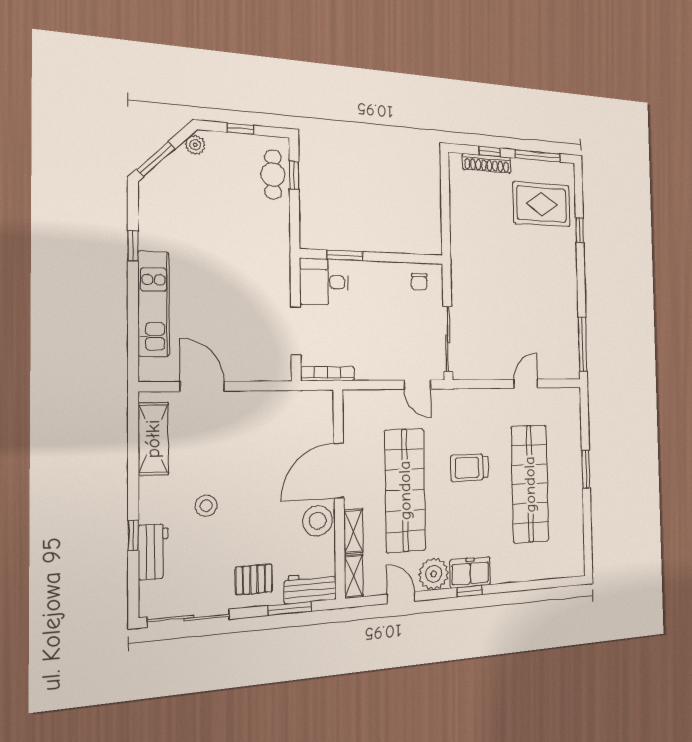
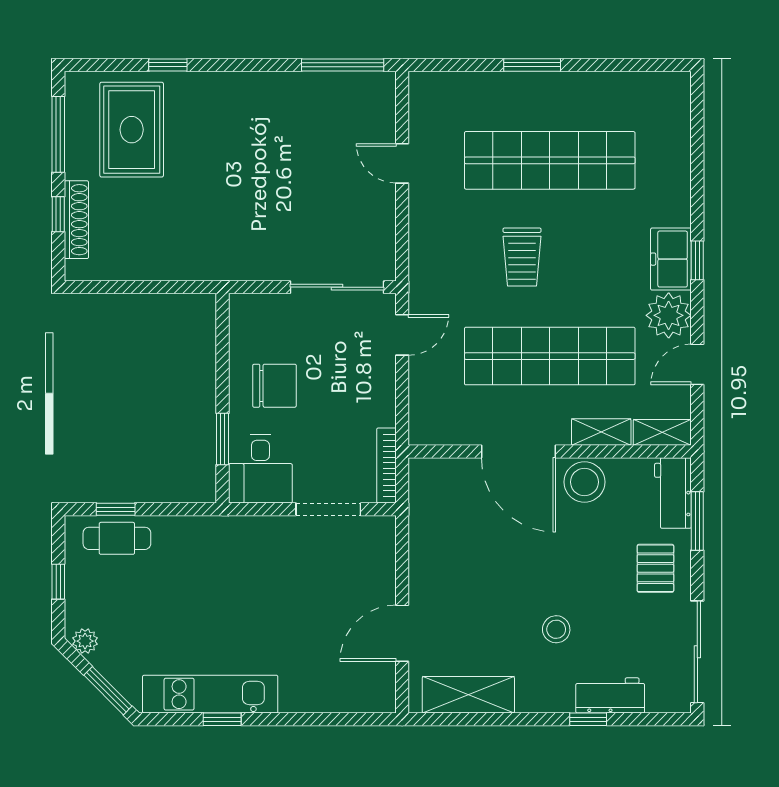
chair: (419, 282) -> (274, 386), moved, width x1.87, depth x1.87
kitchen unit: (154, 304) -> (210, 694), moved

